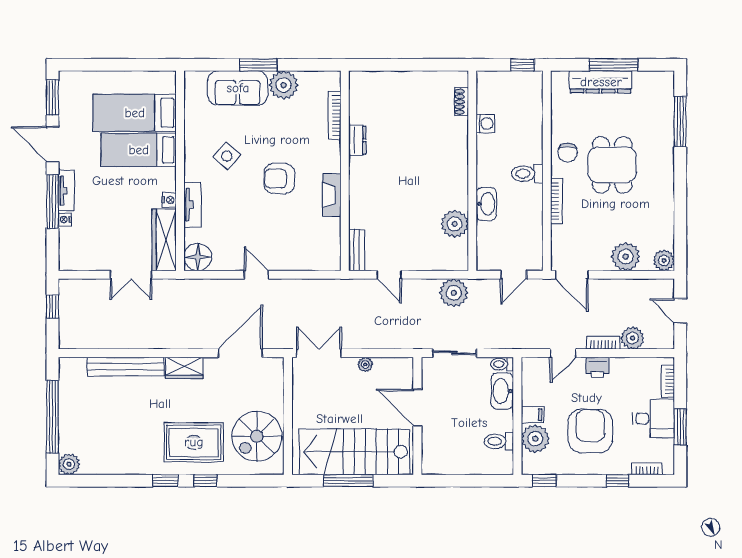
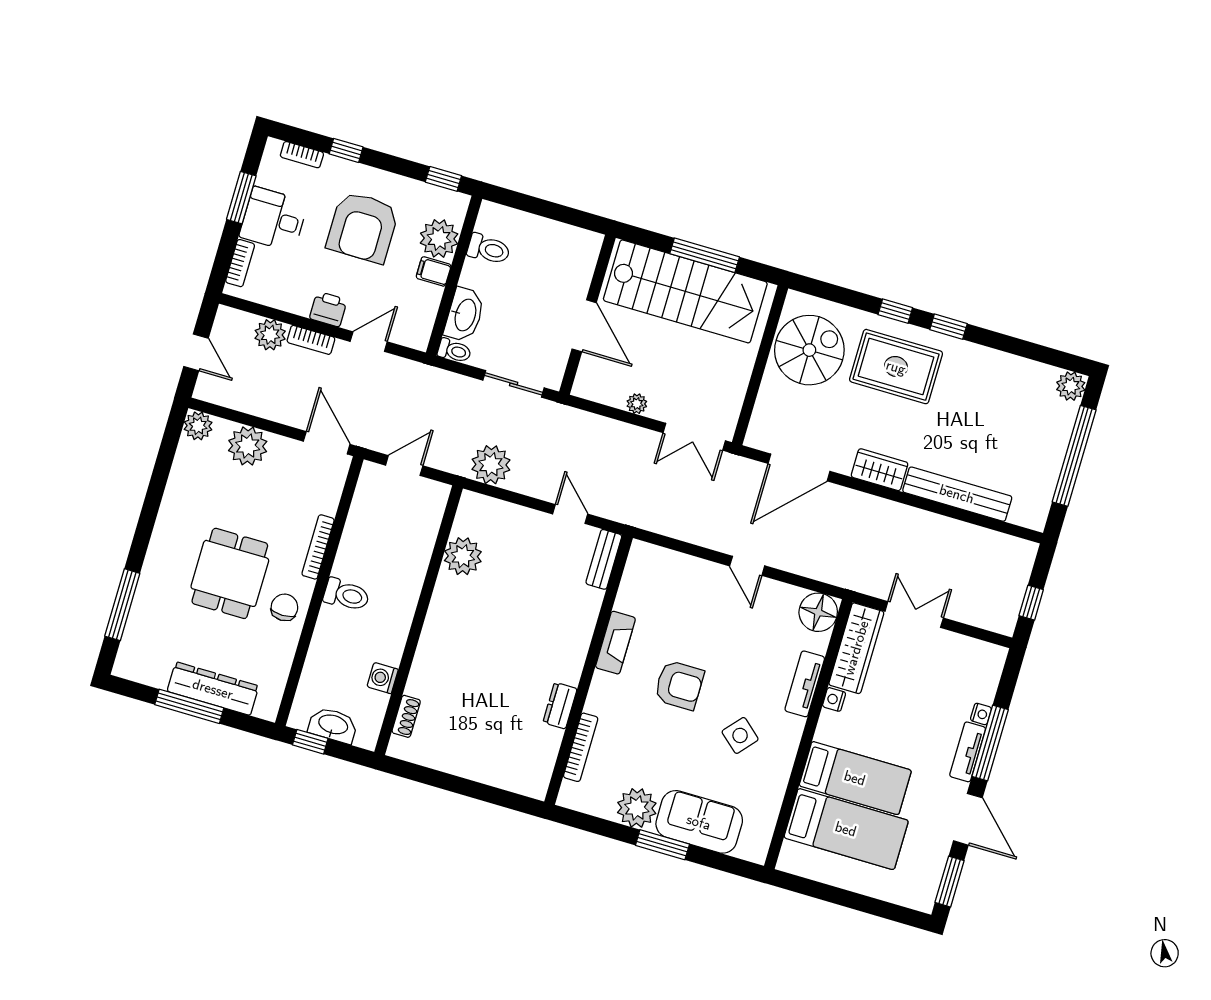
washbasin: (486, 204) -> (333, 725), moved, turned 90

